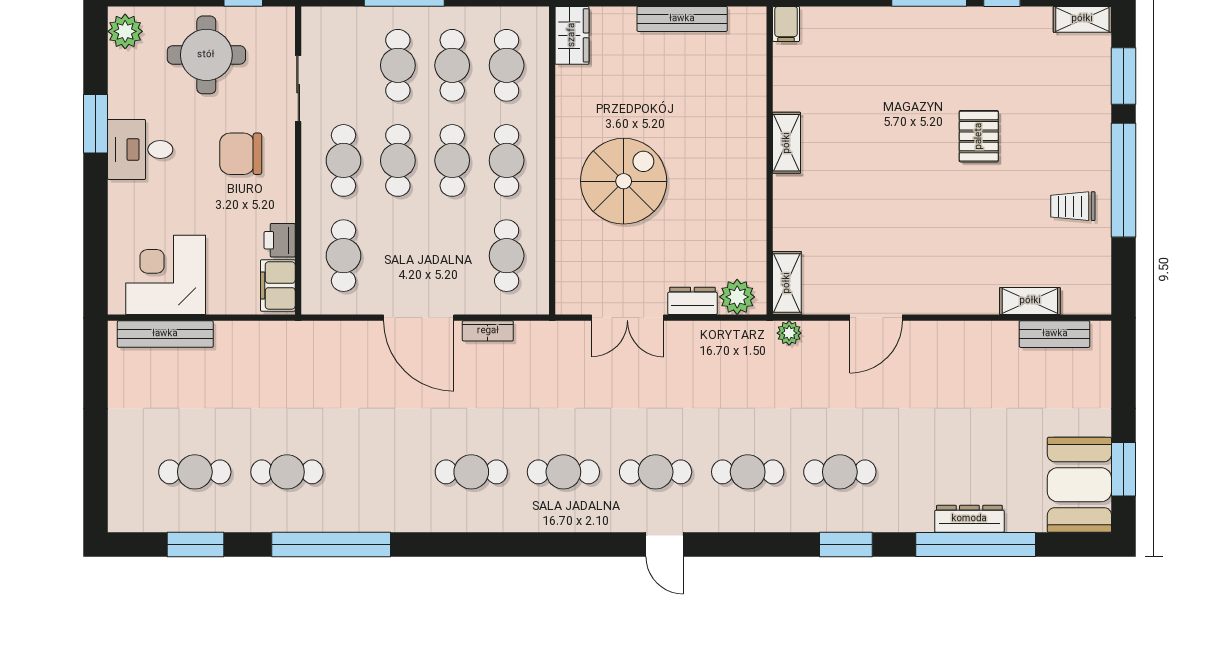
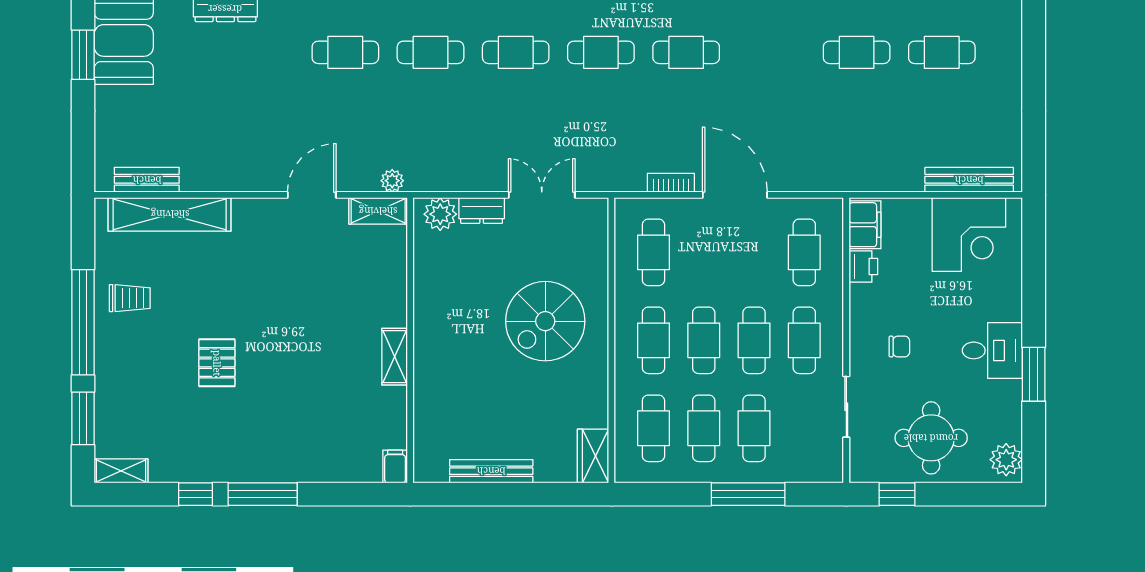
chair: (241, 154) -> (899, 347), width x0.54, depth x0.54
shelving: (787, 283) -> (378, 211), moved, turned 90
shelving: (1030, 301) -> (170, 214), width x2.20, depth x1.33

